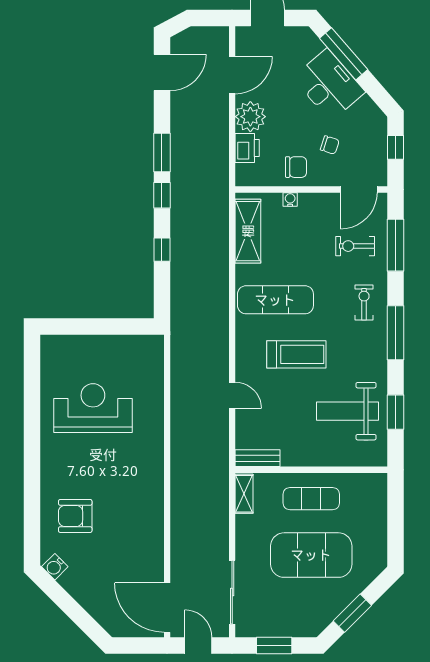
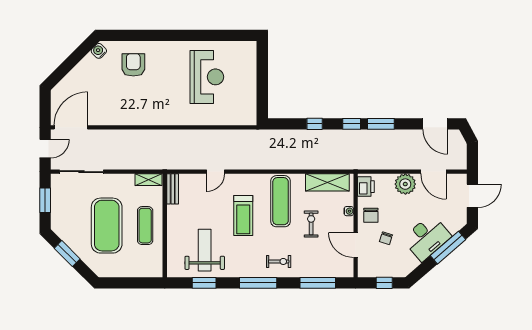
printer: (247, 148) -> (366, 187), moved, turned -90
door: (359, 190) -> (356, 245), moved
exercise bike: (355, 246) -> (311, 224), moved

